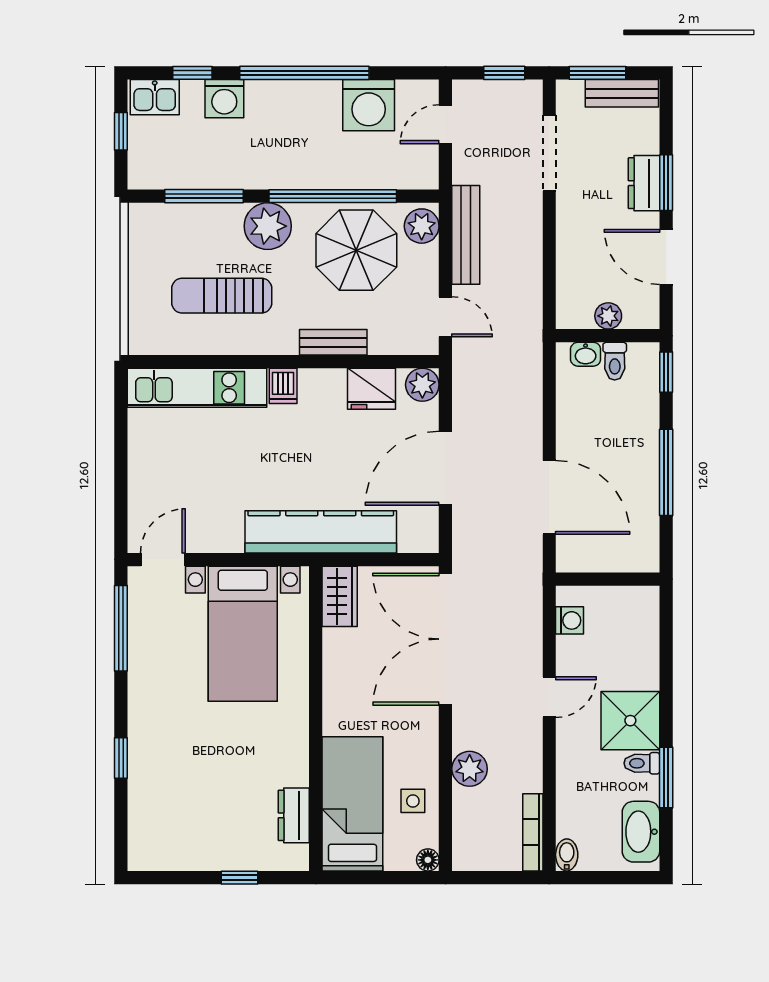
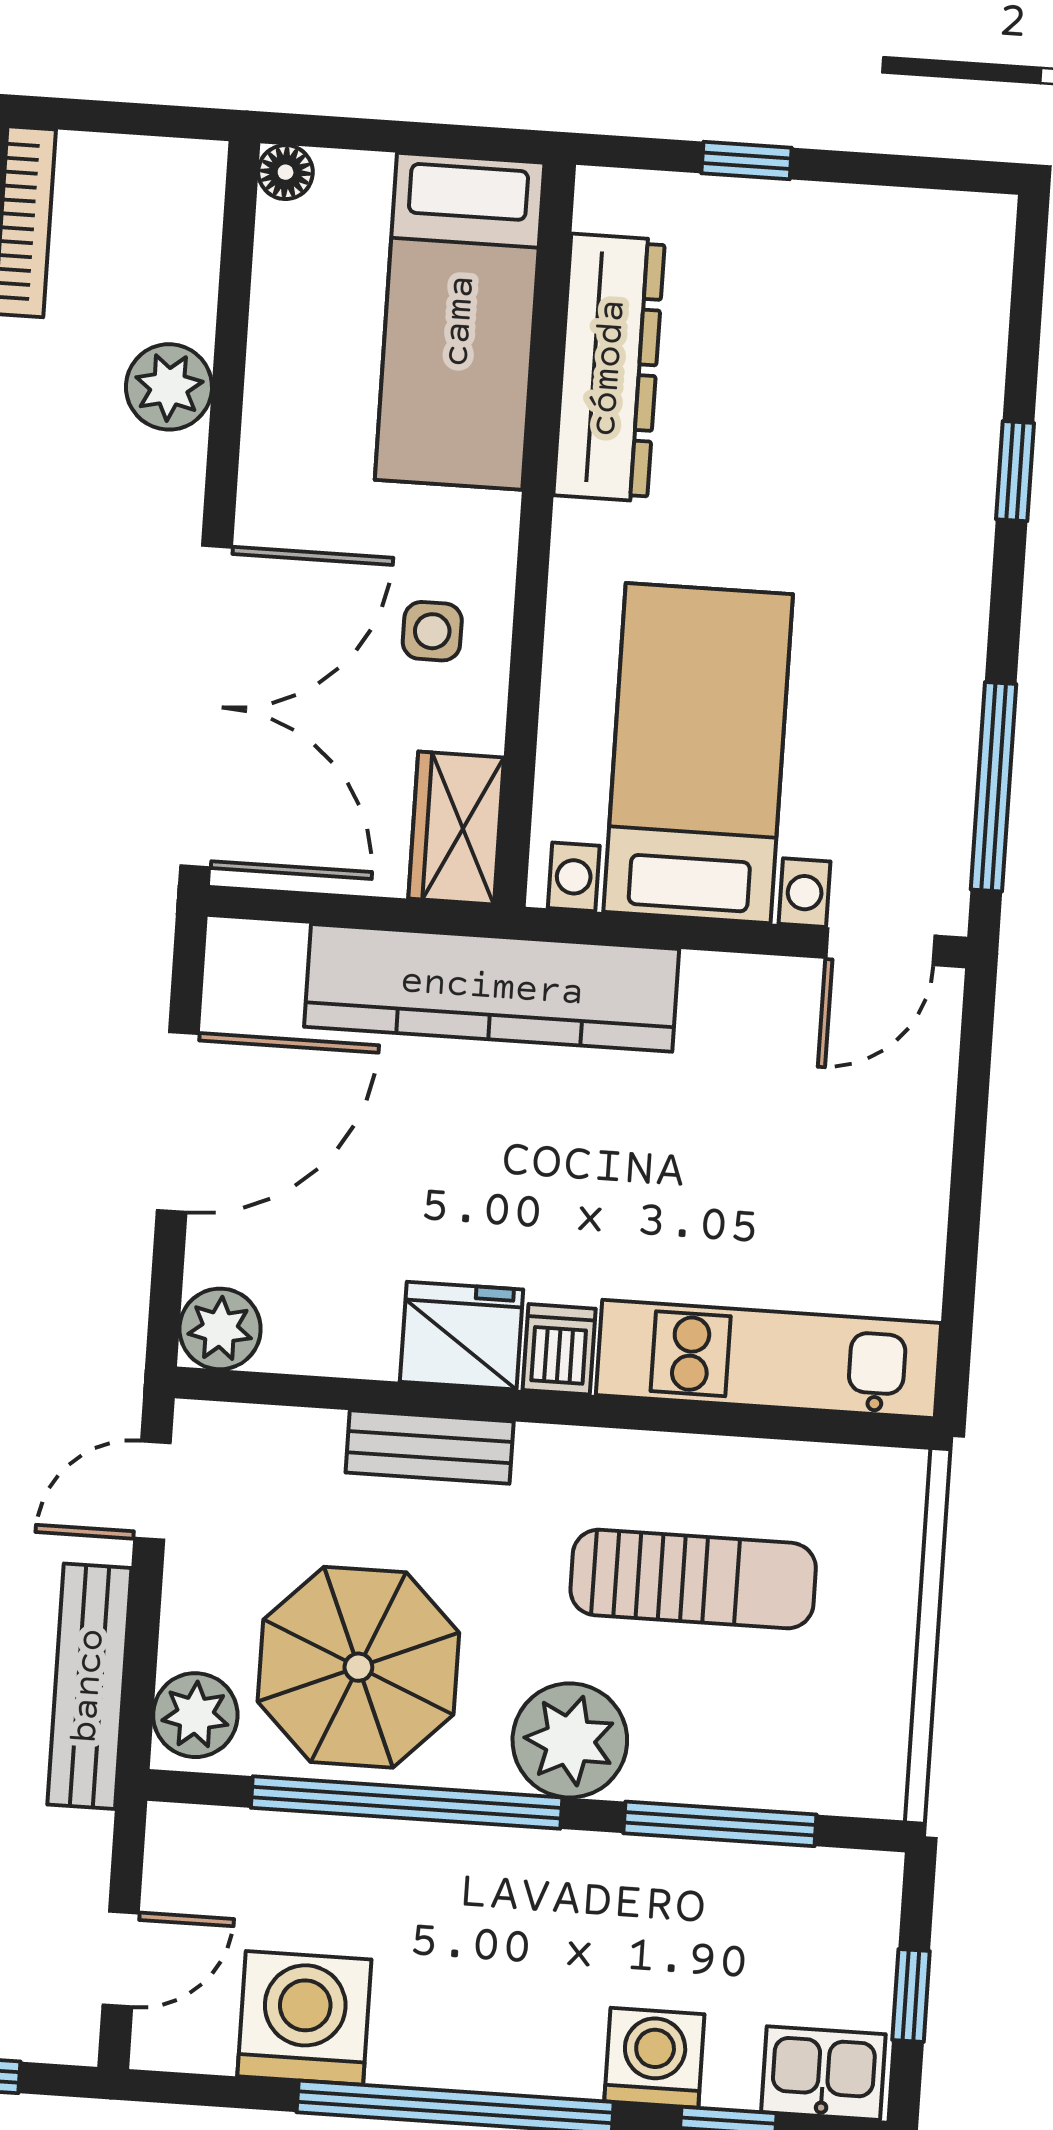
door: (445, 317) -> (153, 1491), hinge flipped
fridge: (371, 389) -> (462, 1336), moved
side table: (413, 801) -> (432, 631), moved
dresser: (294, 815) -> (609, 368), width x1.96, depth x1.24

